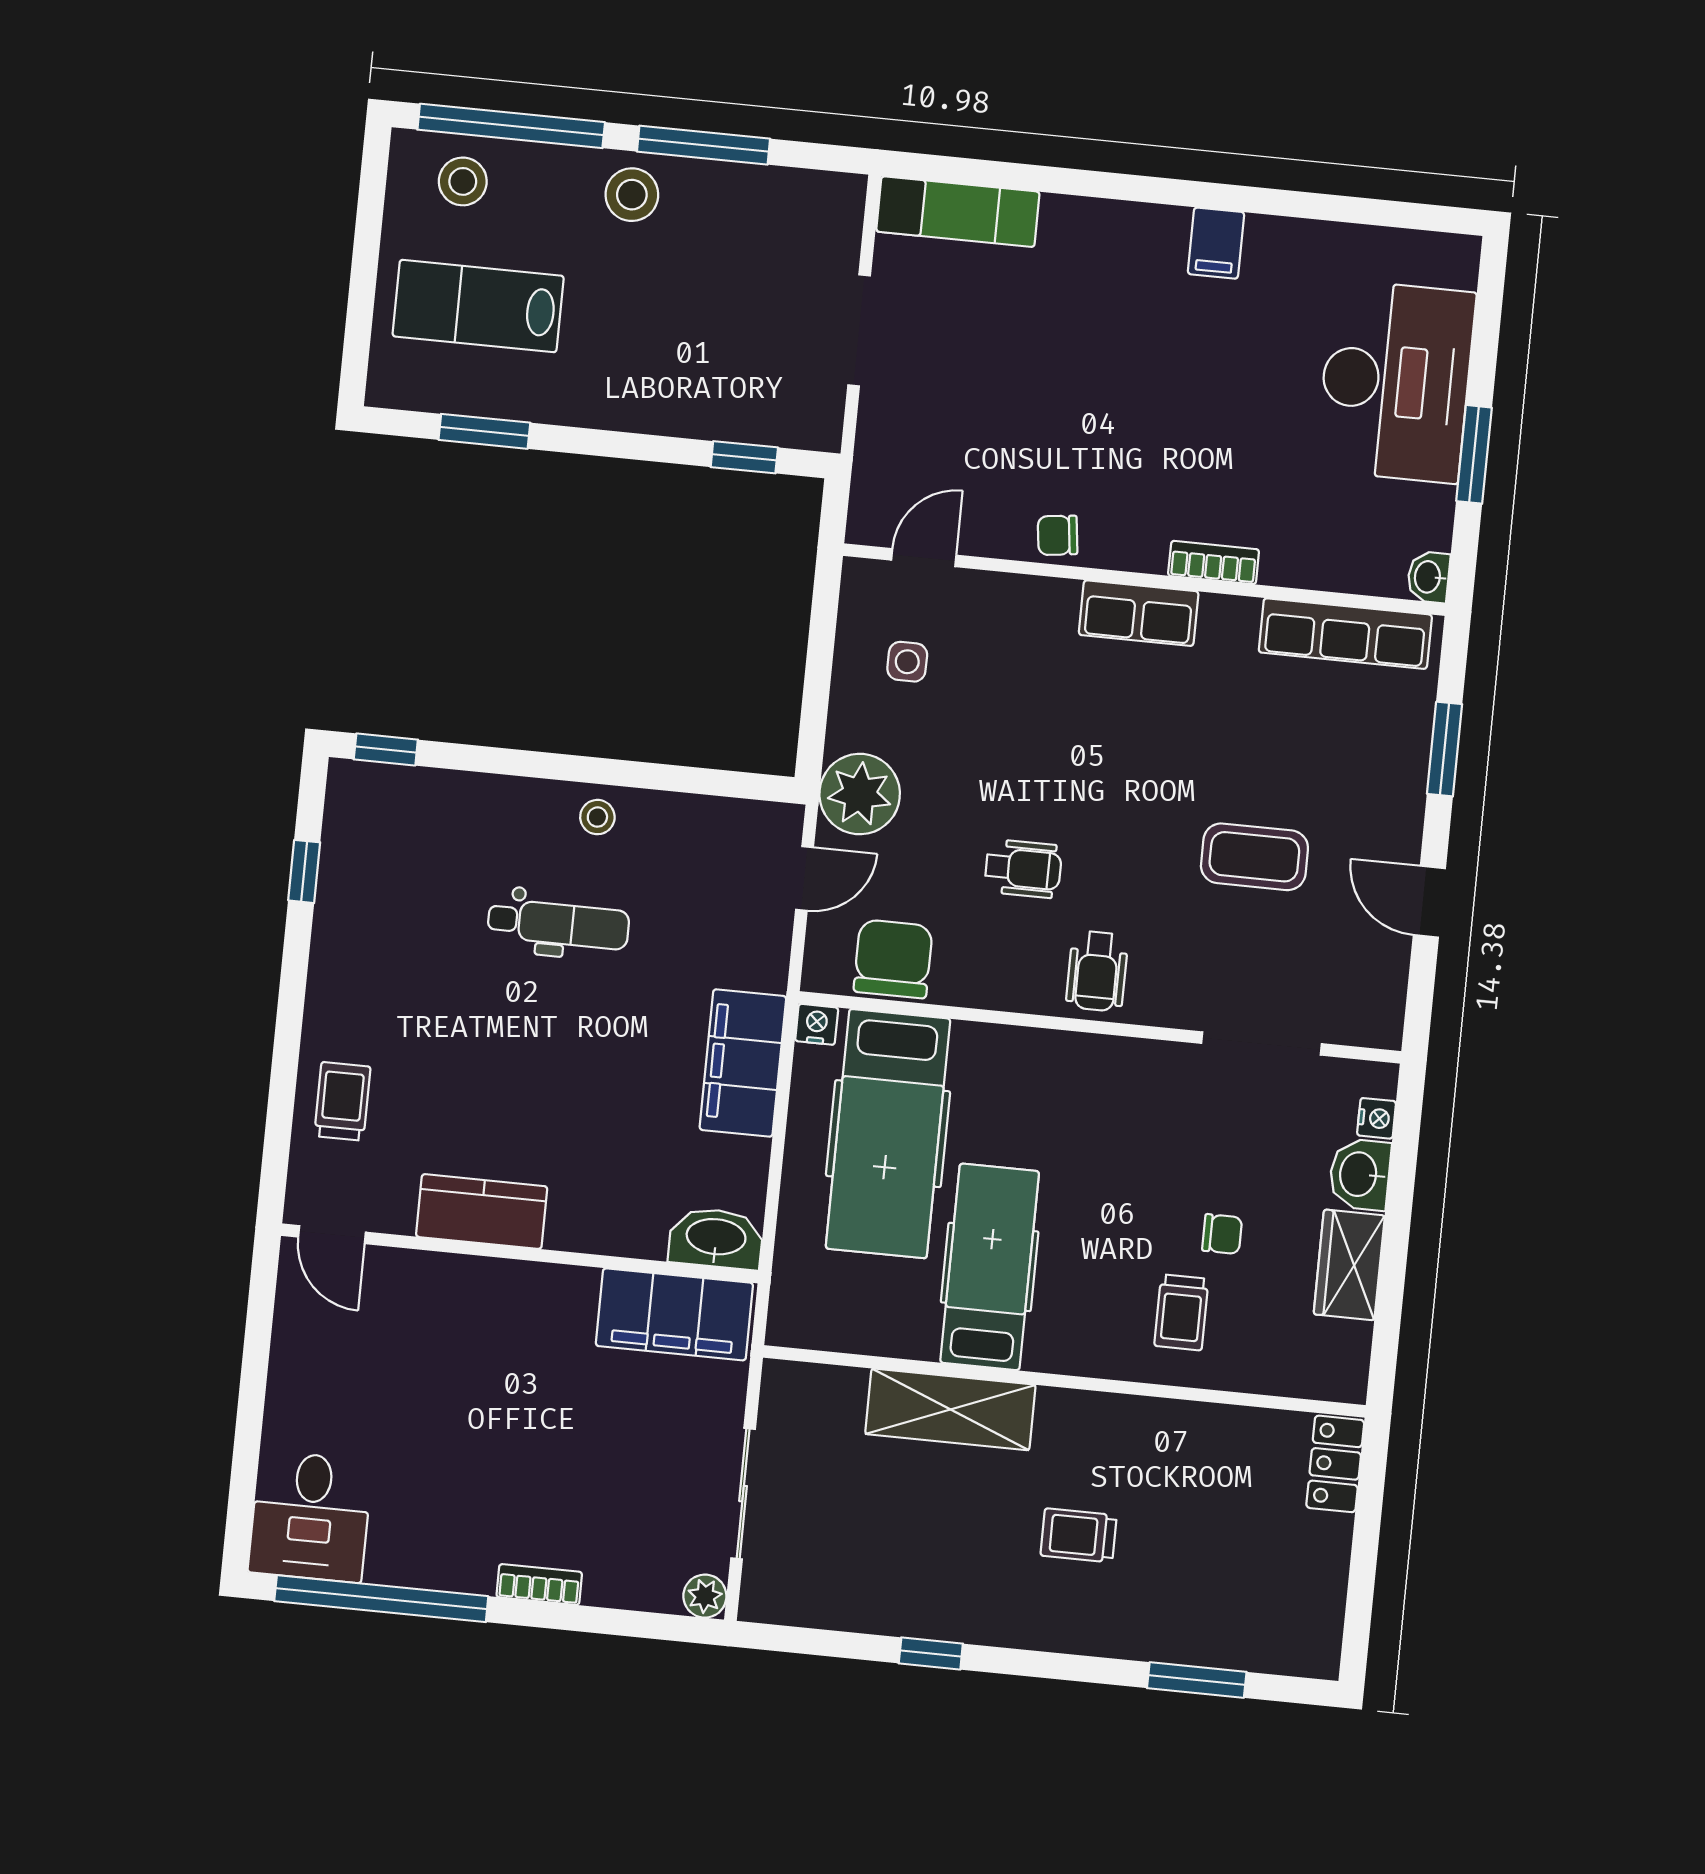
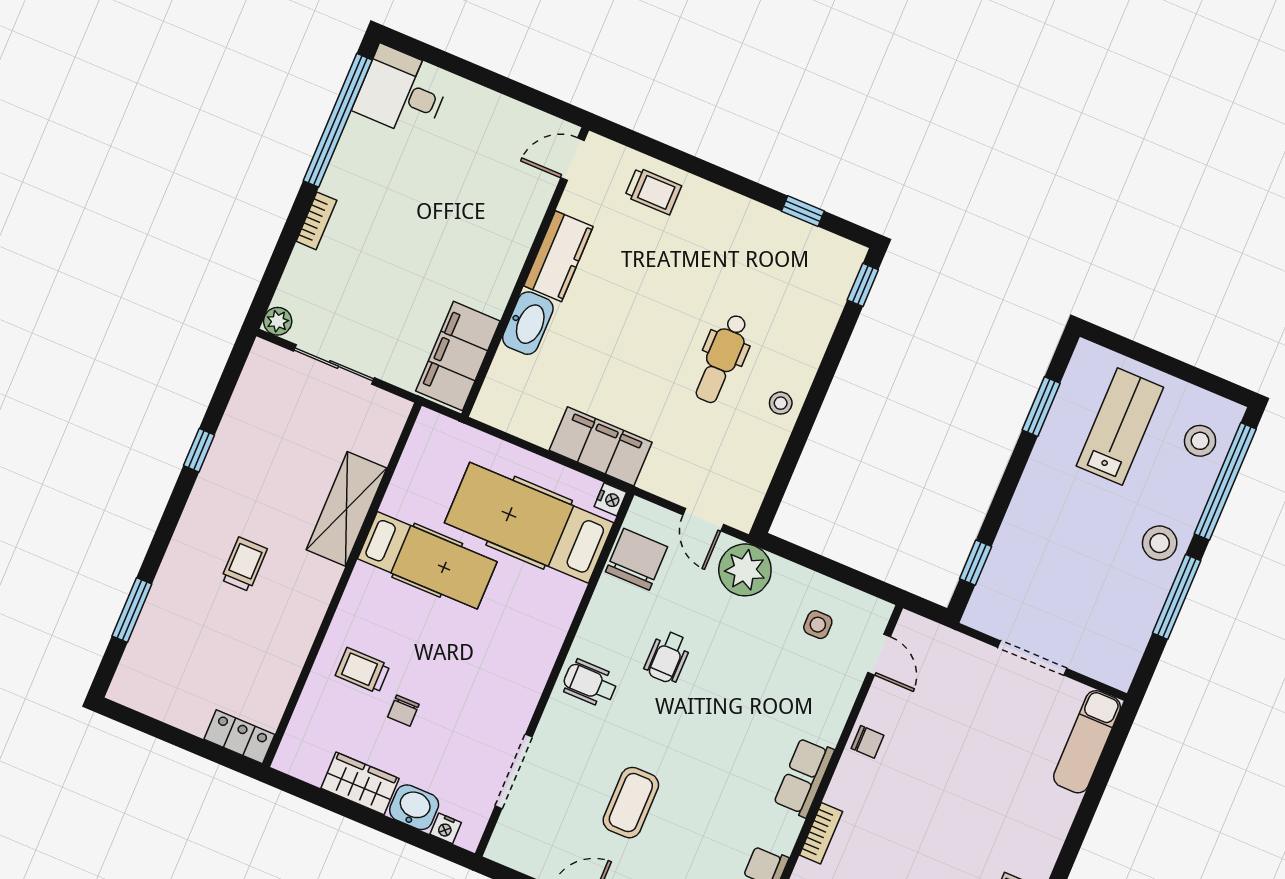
chair: (1058, 535) -> (868, 742), turned 97
chair: (893, 959) -> (636, 559), turned -90
washbasin: (716, 1238) -> (528, 323), moved

